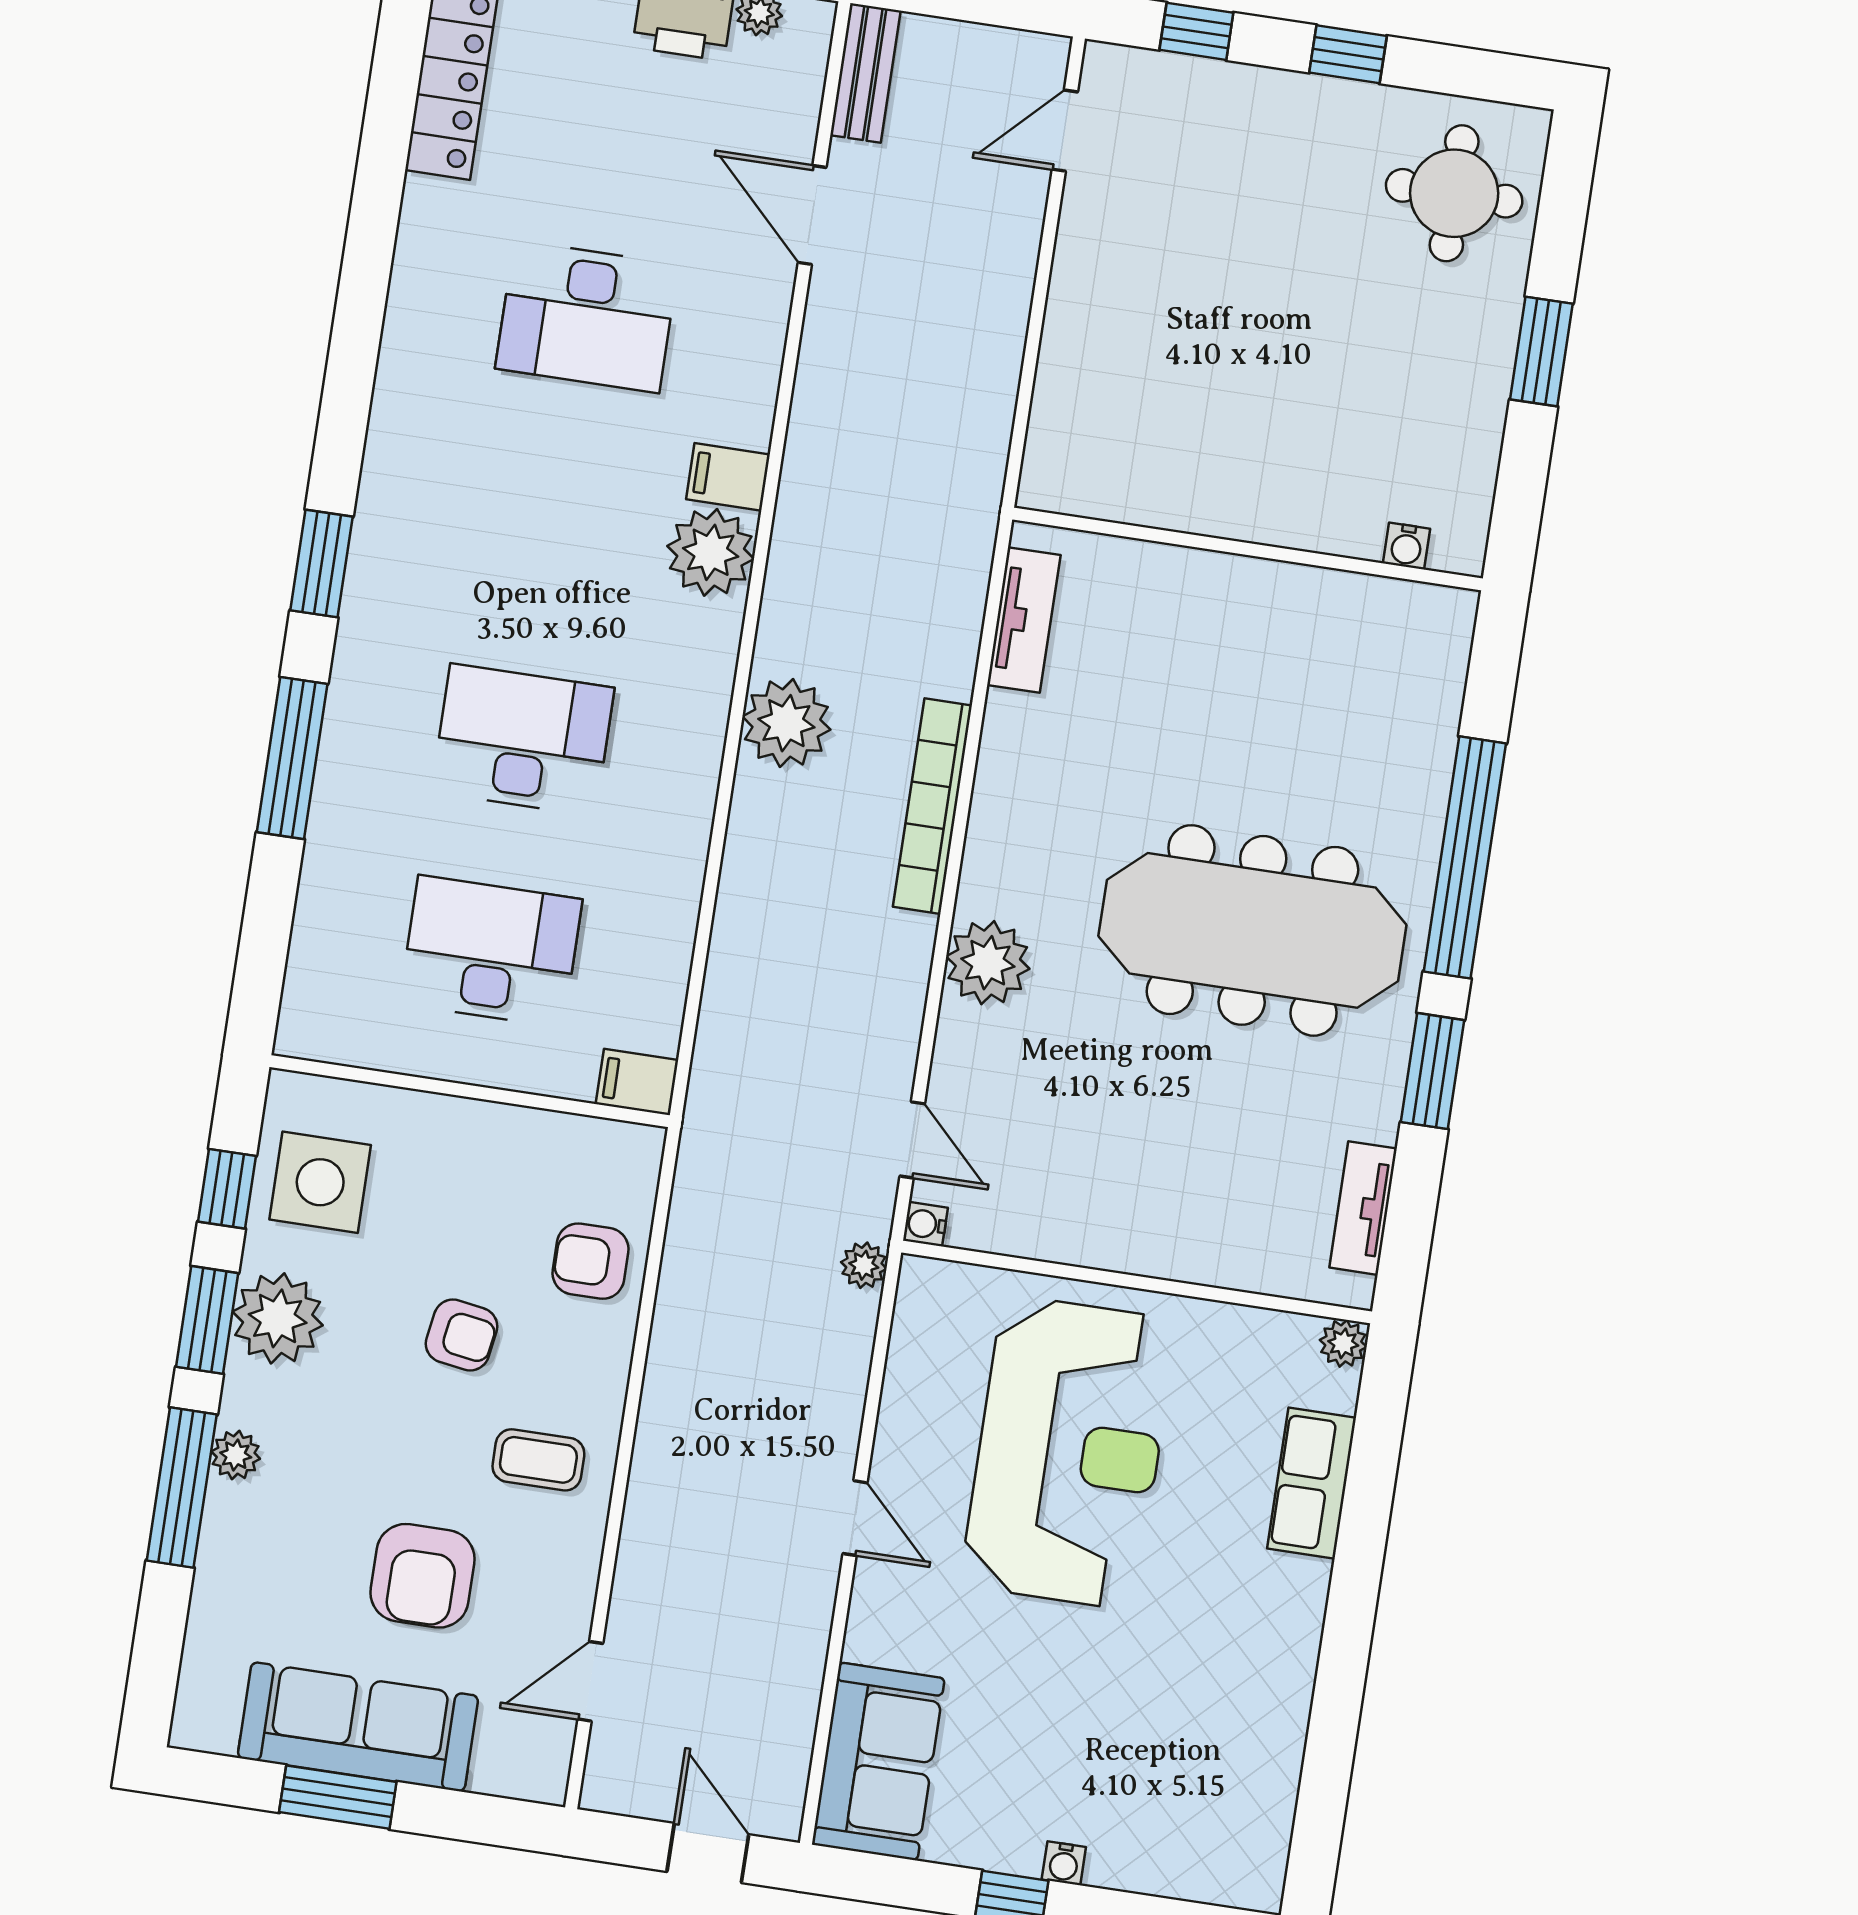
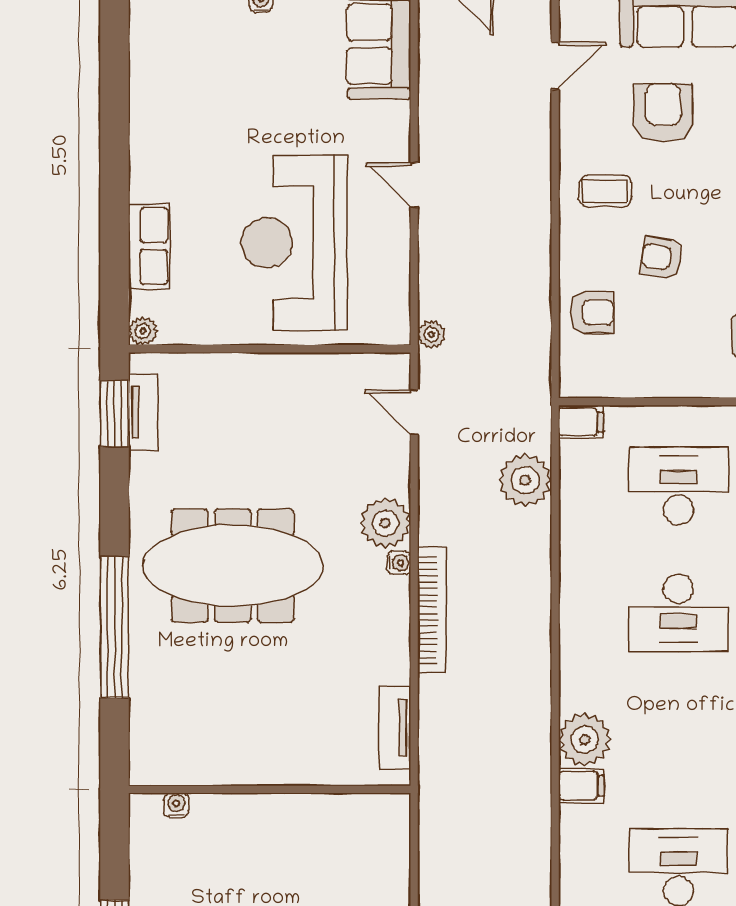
plant: (786, 723) -> (525, 480), moved
desk: (491, 951) -> (678, 486), turned 180
window: (1433, 1071) -> (115, 414), moved
water cooler: (925, 1224) -> (399, 563), moved

